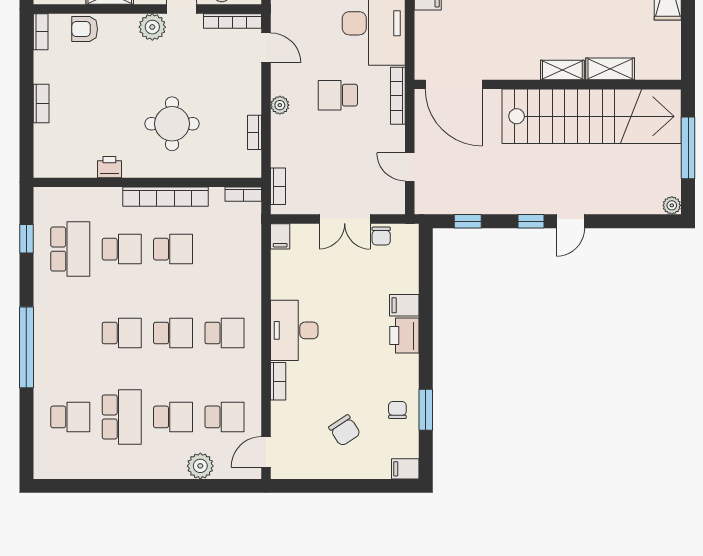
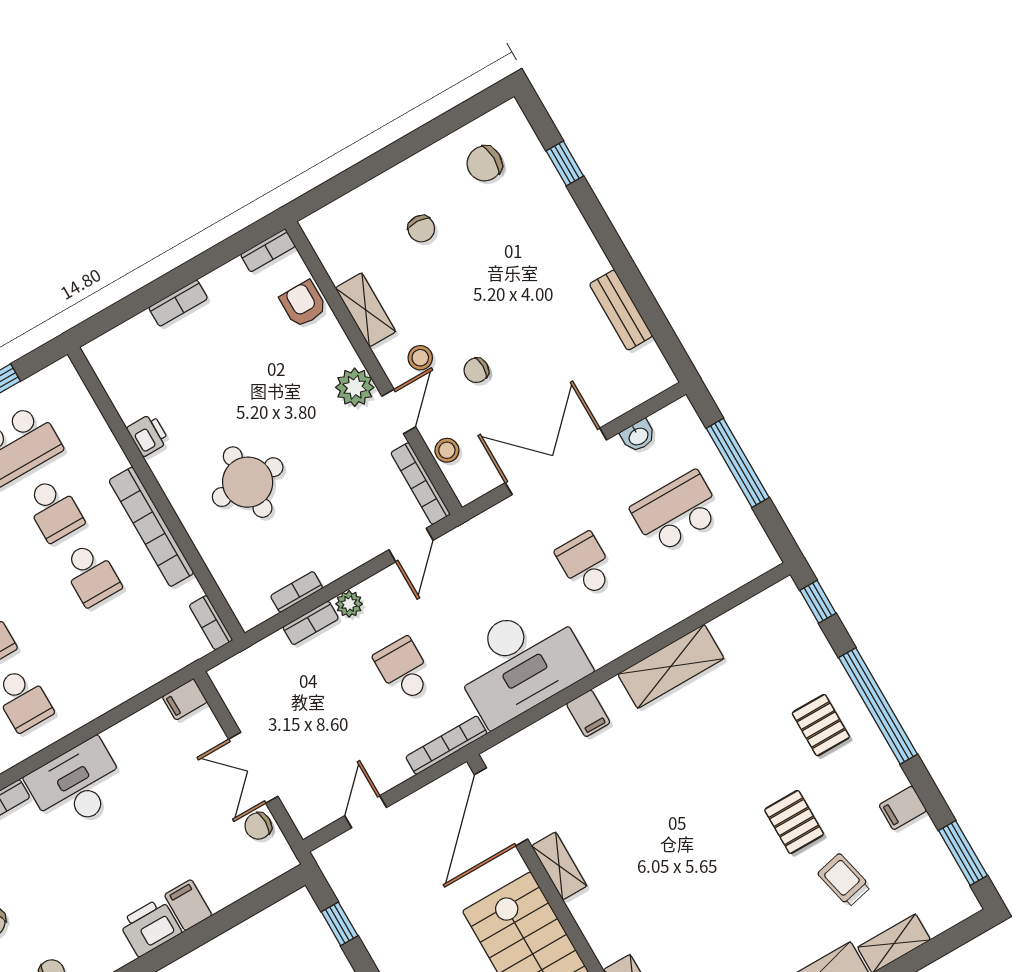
shelving: (562, 70) -> (559, 866), moved
bookcase: (278, 186) -> (311, 623), moved

